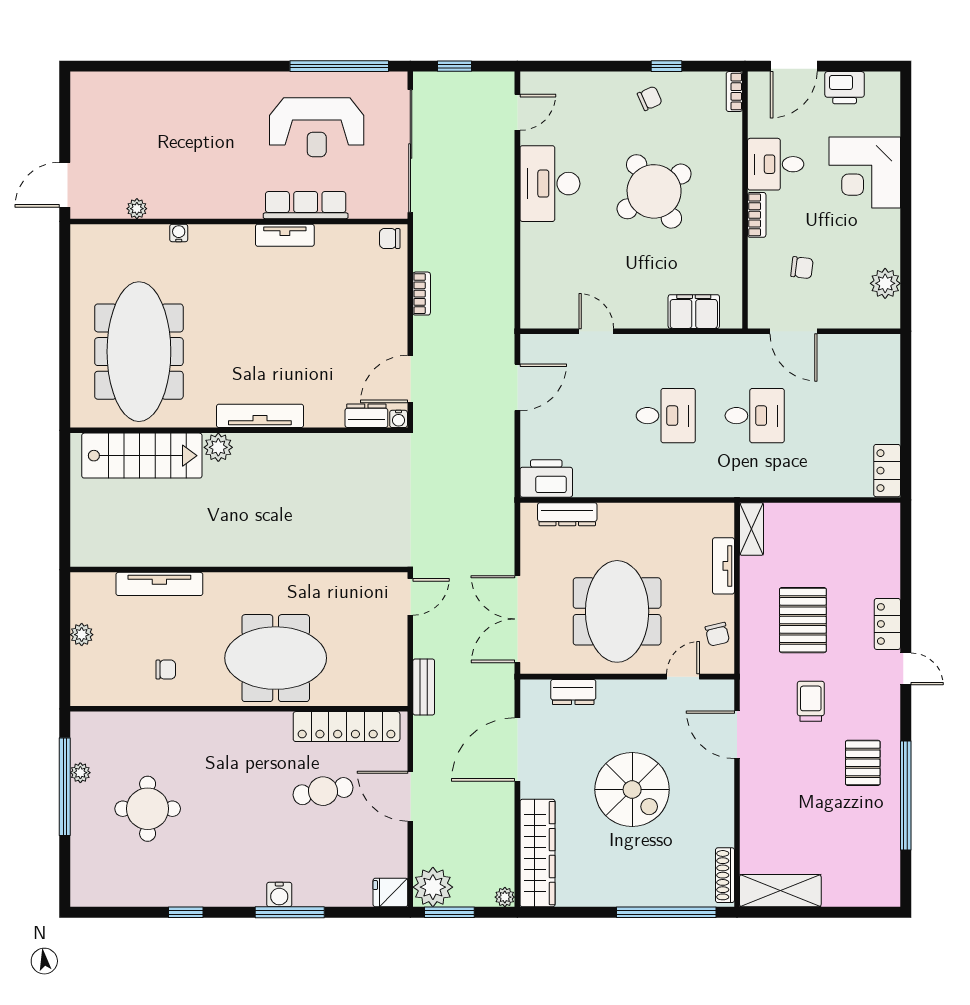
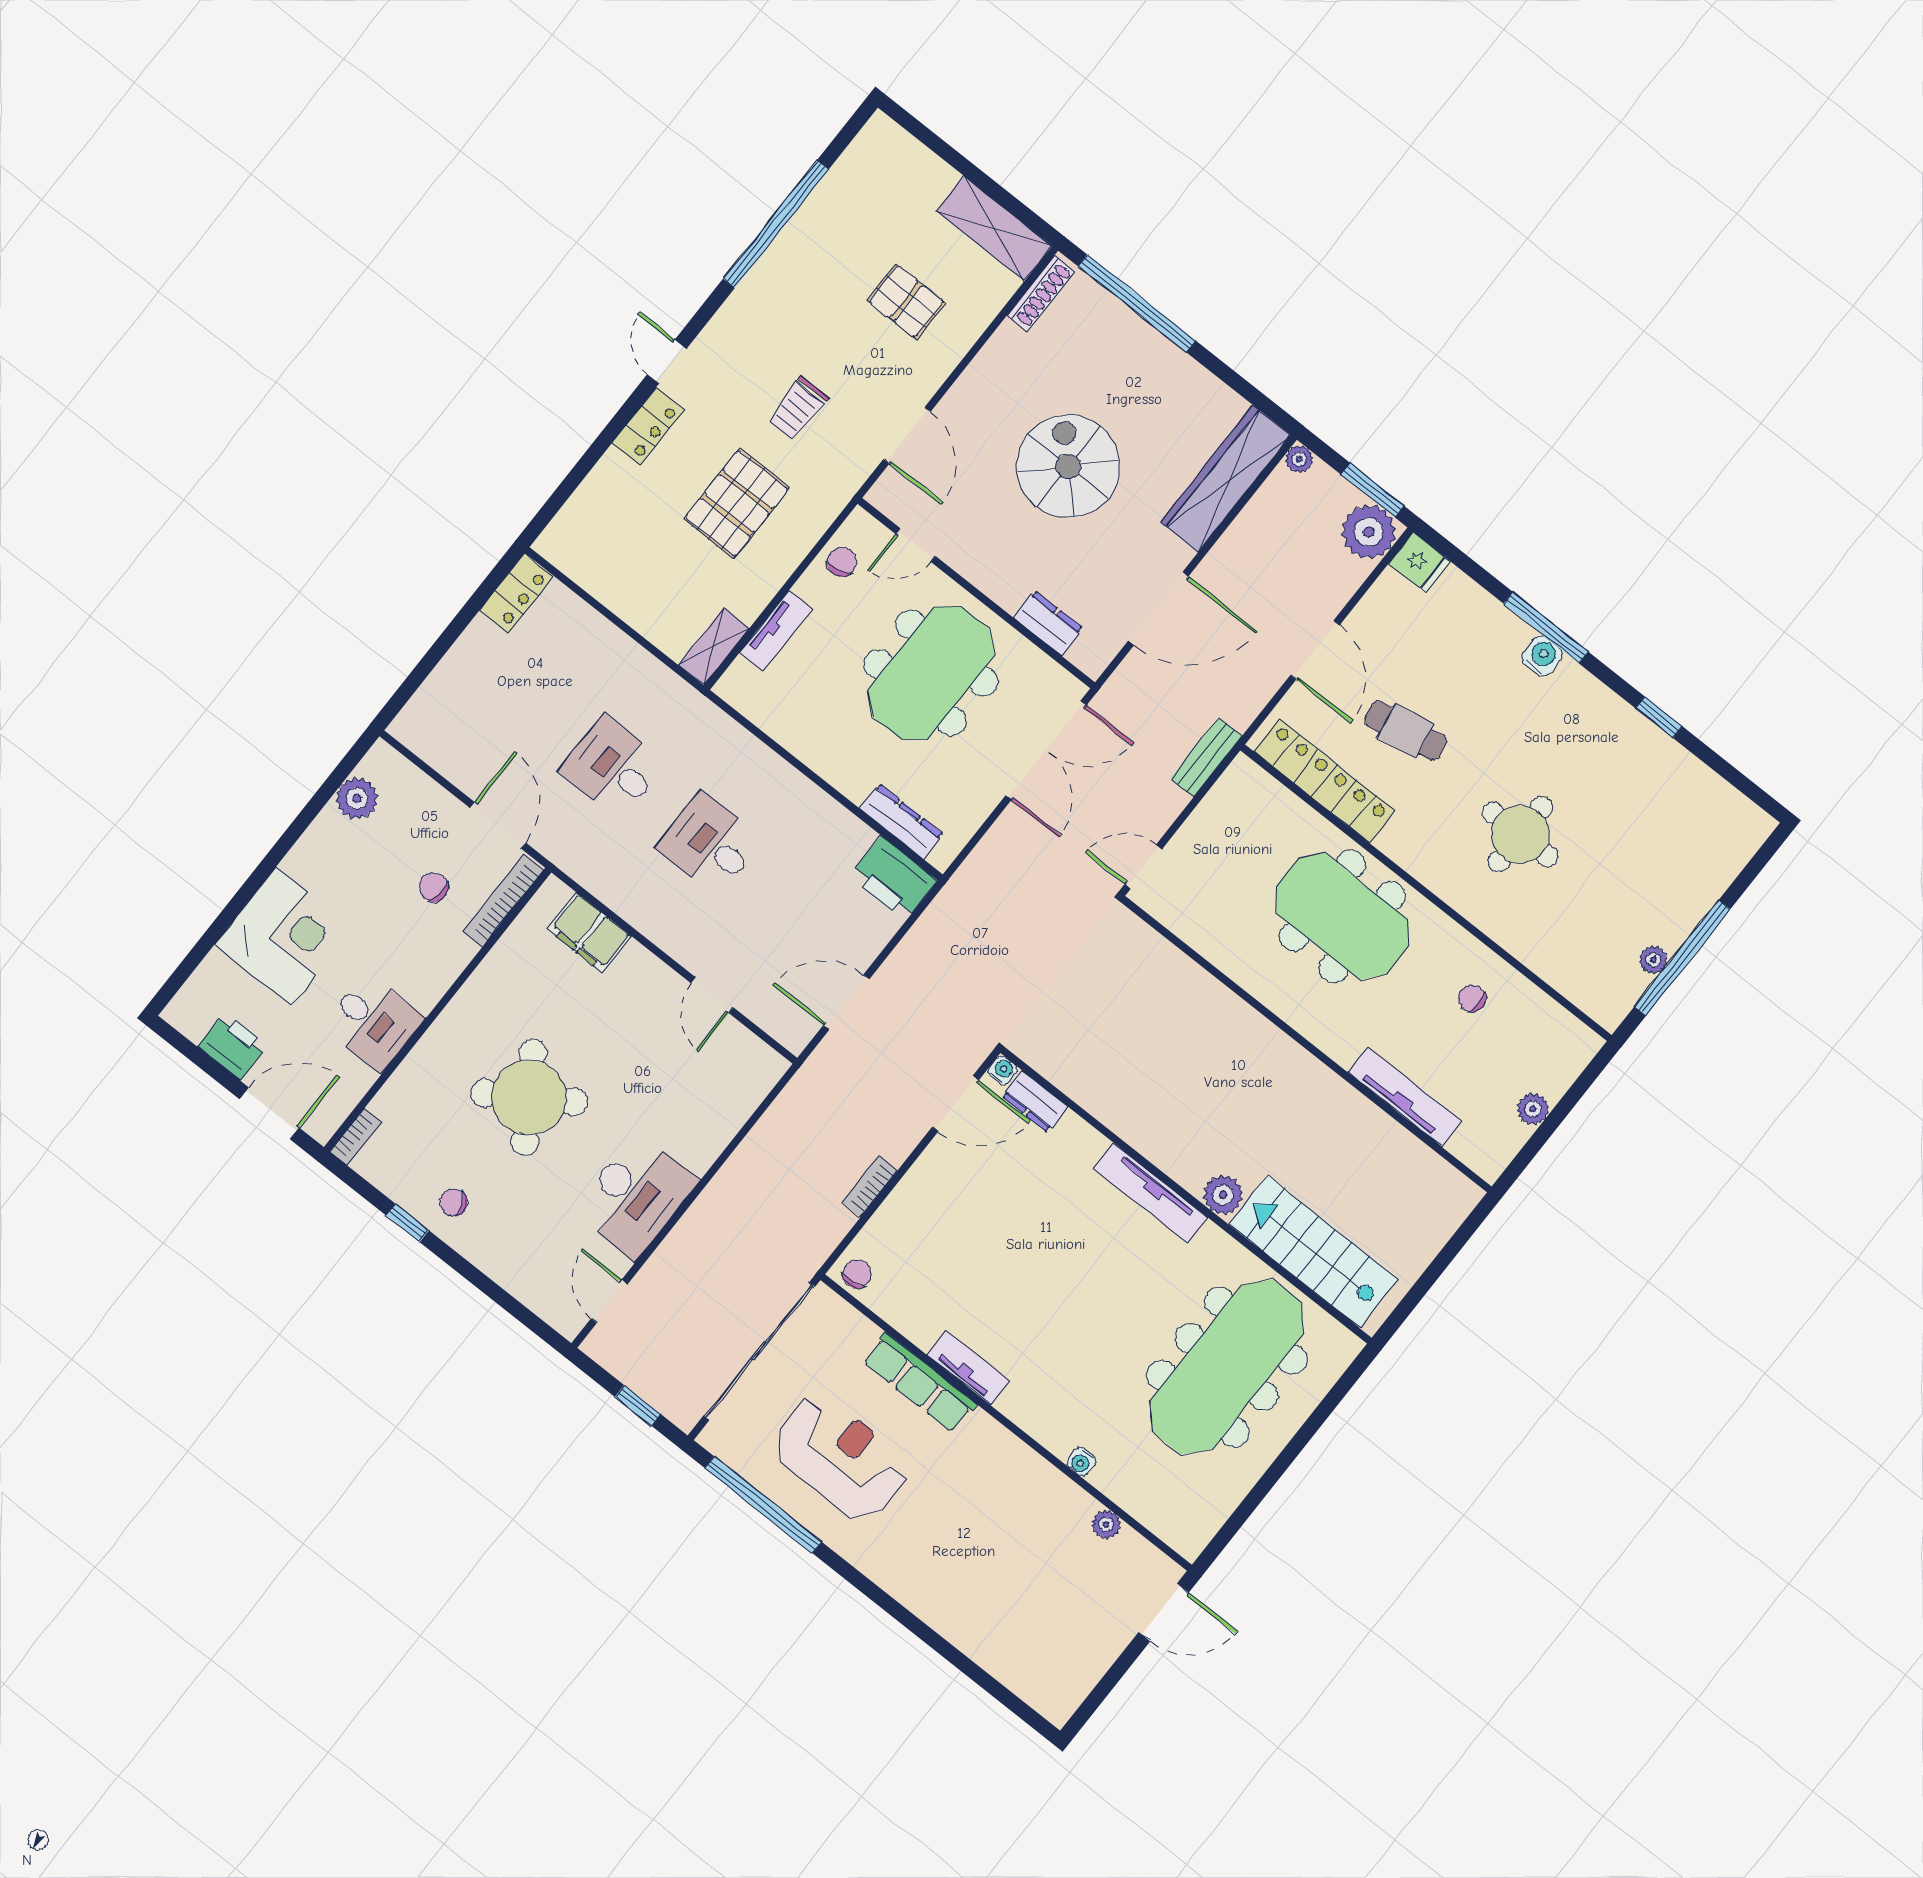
door: (517, 112) -> (609, 1301), hinge flipped
bookcase: (757, 215) -> (503, 901), moved, width x1.56
chair: (390, 239) -> (857, 1274), turned -98
pallet: (863, 763) -> (906, 302), moved, turned 90
round table: (148, 809) -> (1520, 834), moved

